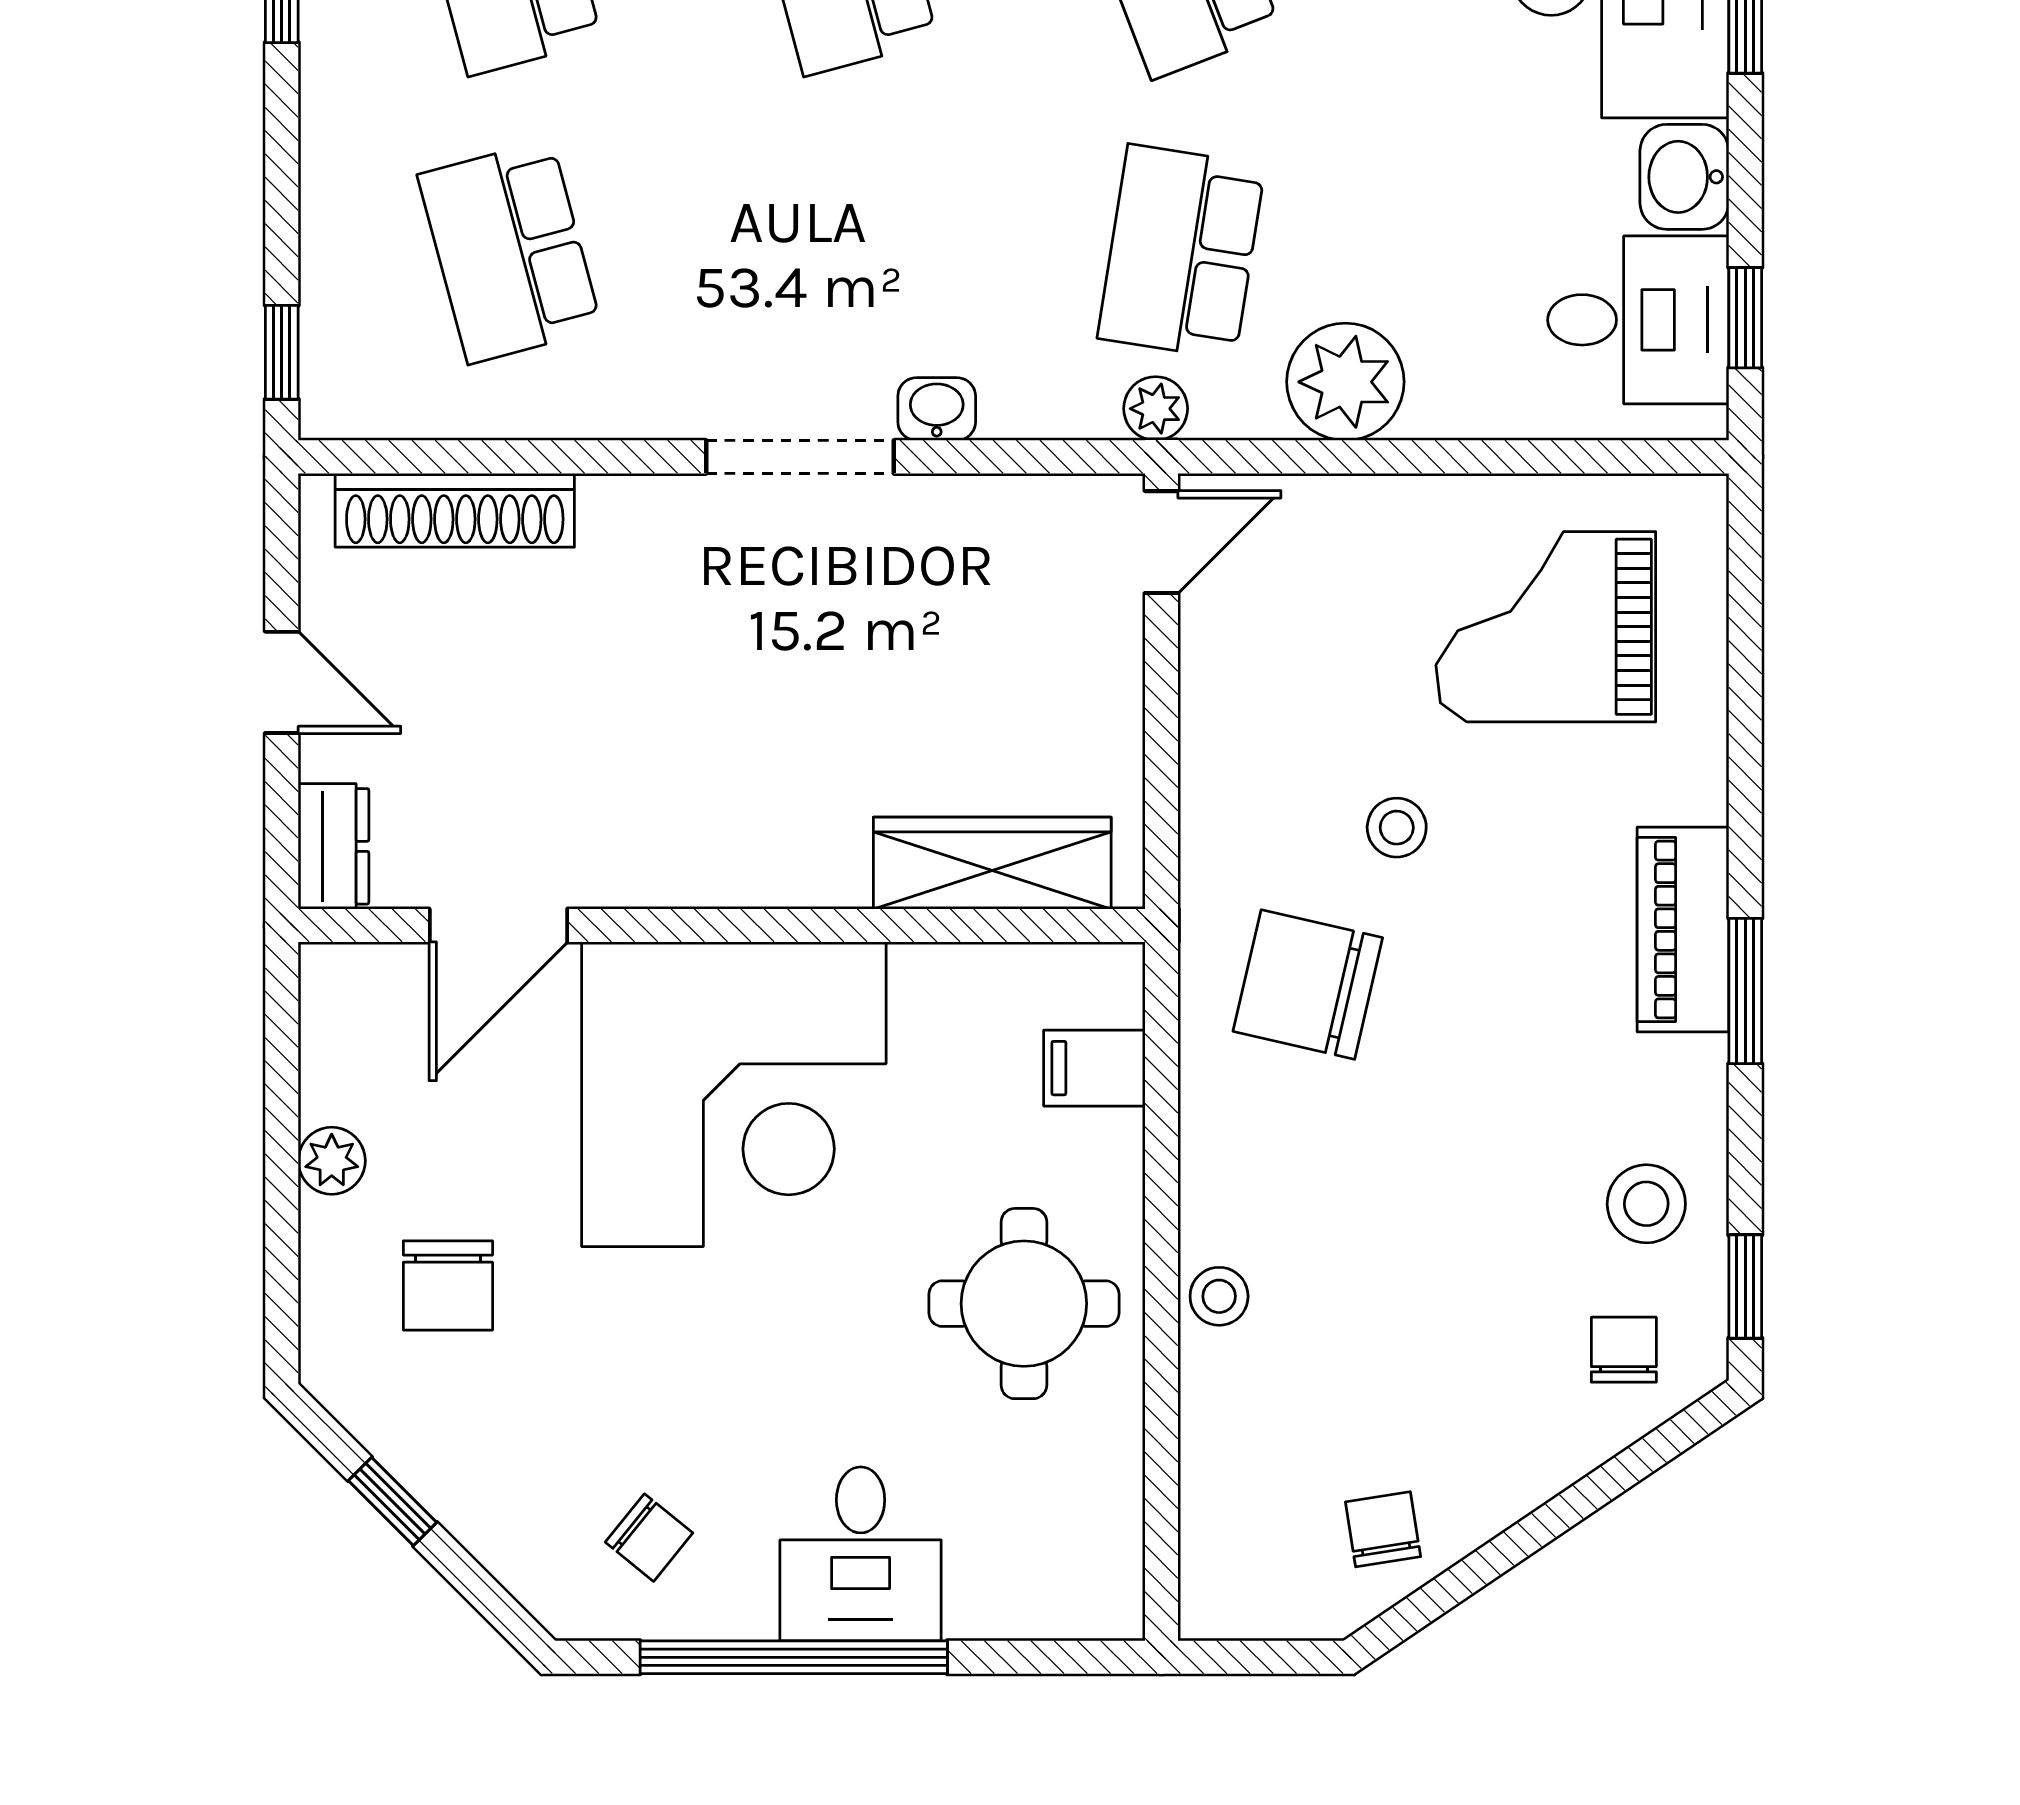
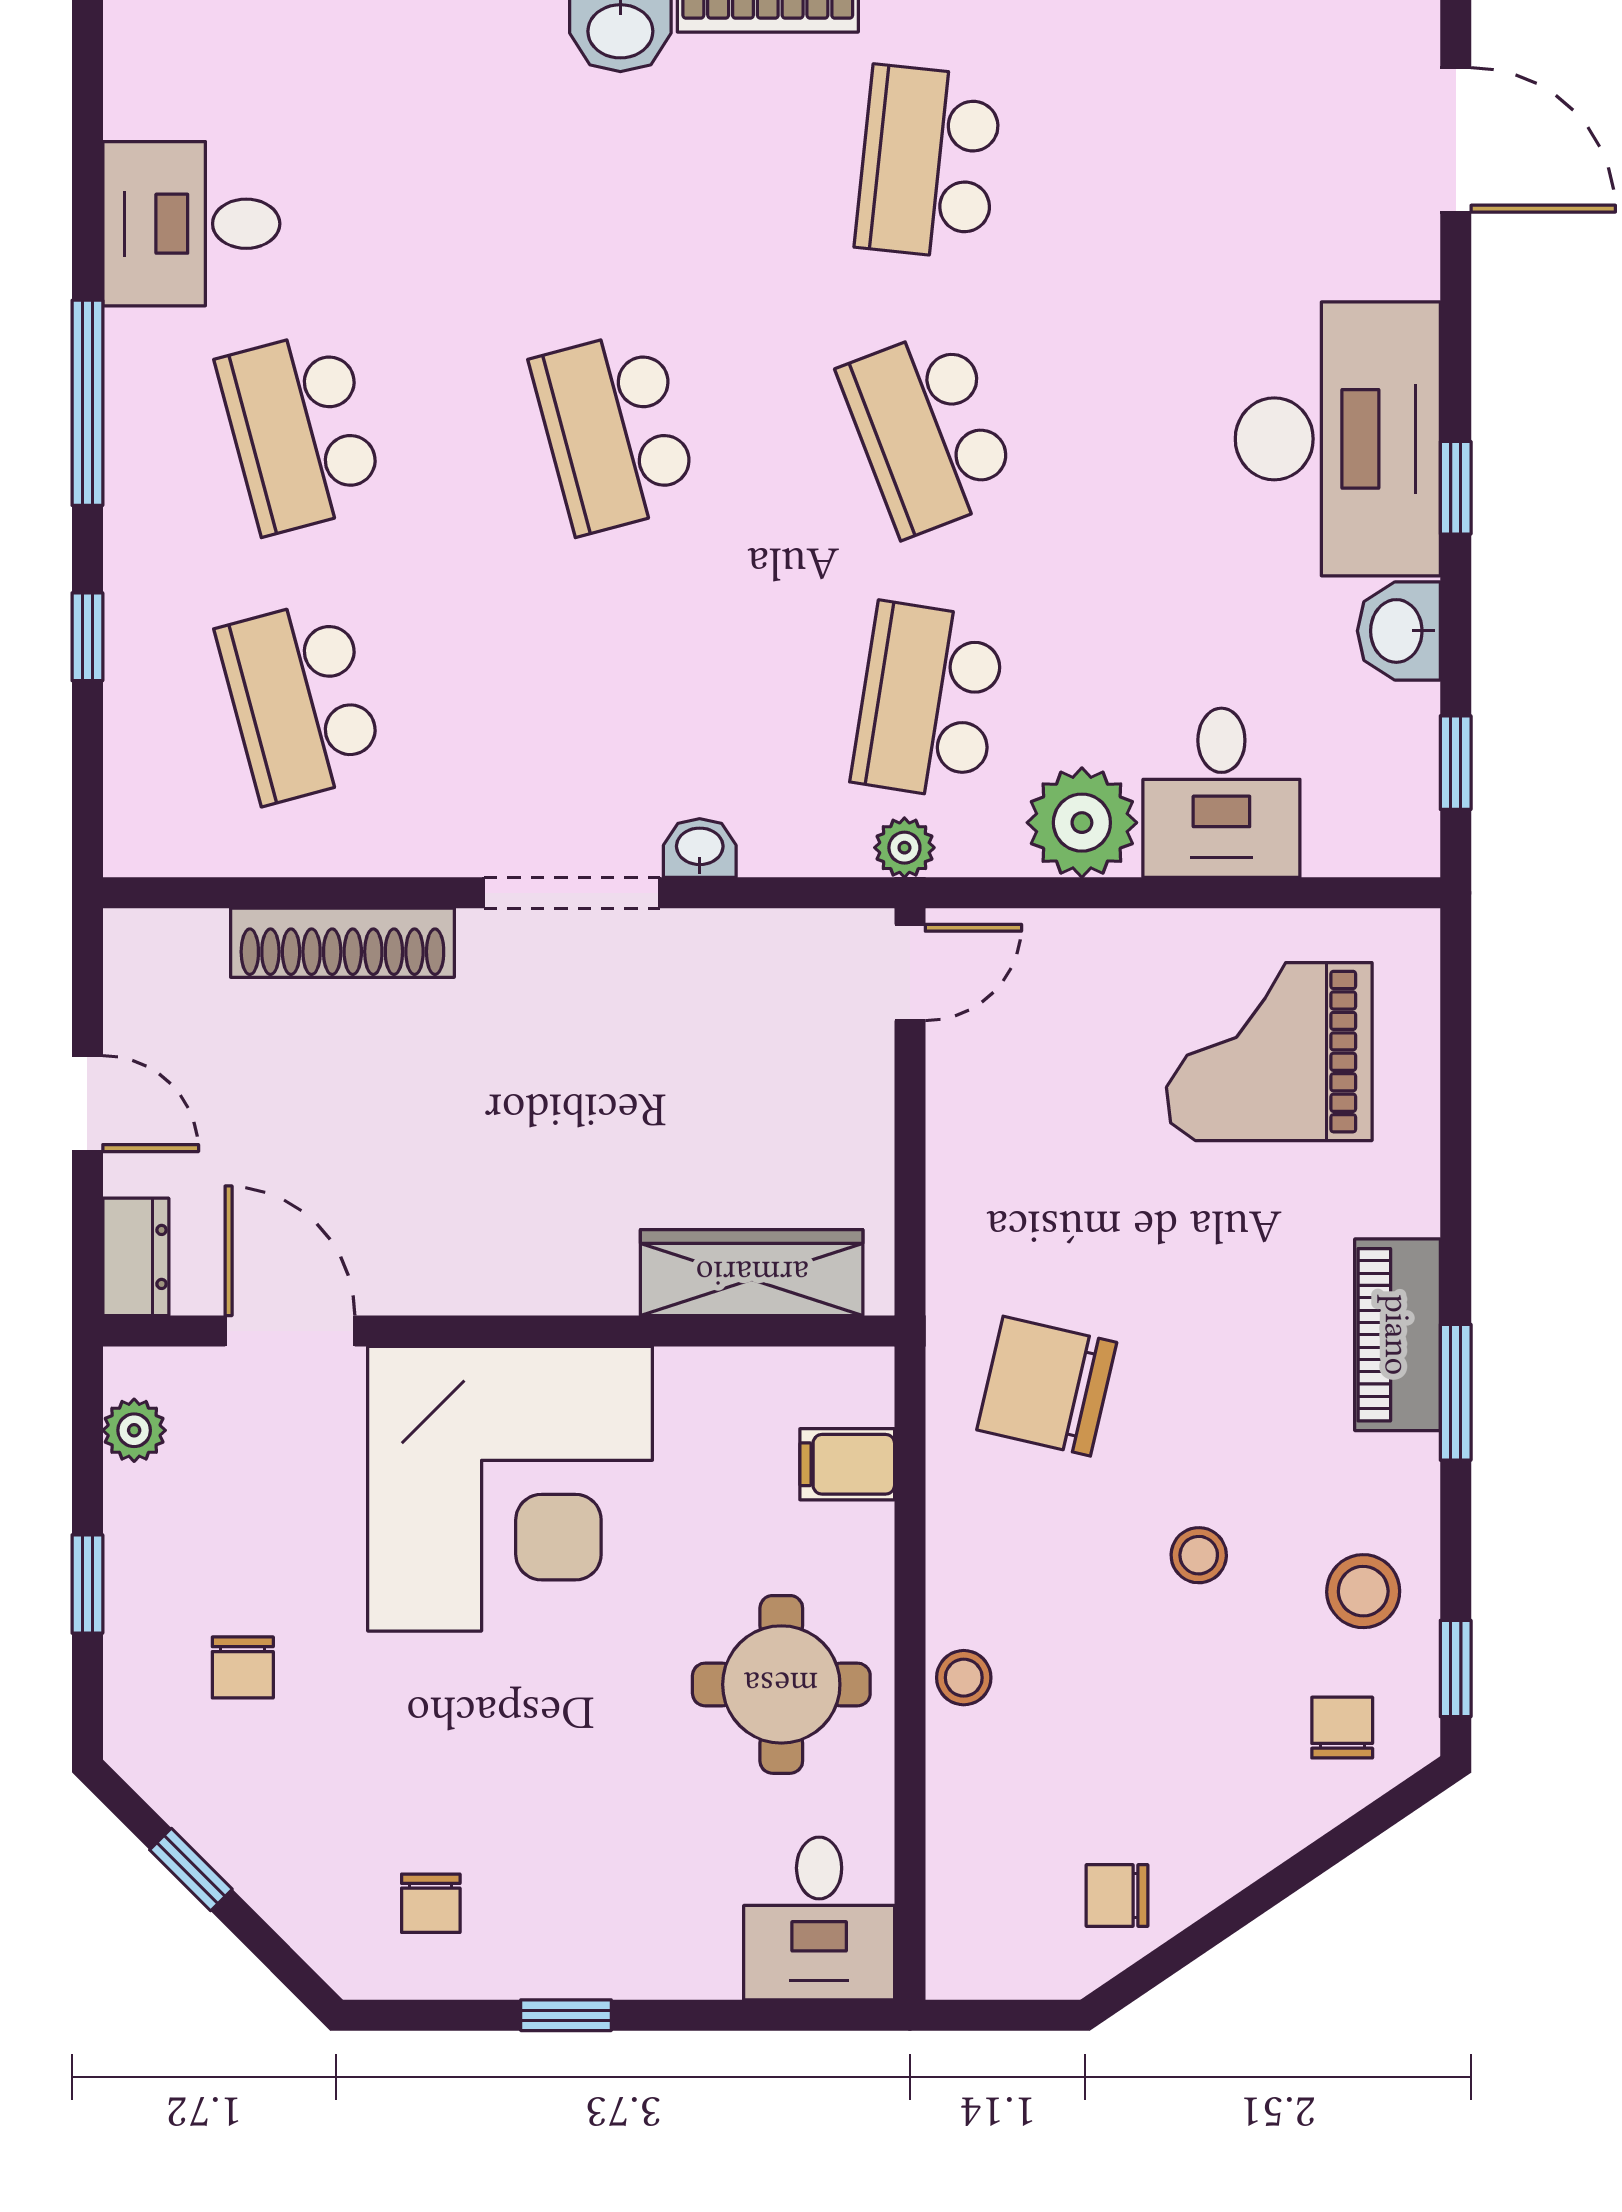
desk: (1638, 320) -> (1221, 793), moved, turned 90
window: (282, 352) -> (87, 637), moved
shoe rack: (455, 510) -> (342, 943), moved
stool: (1397, 828) -> (1199, 1555), moved
door: (498, 926) -> (290, 1331), swing flipped
plant: (332, 1161) -> (134, 1430), moved
window: (282, 1196) -> (87, 1584), added
chair: (448, 1285) -> (243, 1667), width x0.73, depth x0.73
chair: (1383, 1529) -> (1117, 1895), turned -81
chair: (649, 1538) -> (431, 1903), turned 51
desk: (861, 1554) -> (819, 1918), moved
window: (794, 1657) -> (566, 2015), width x0.32

